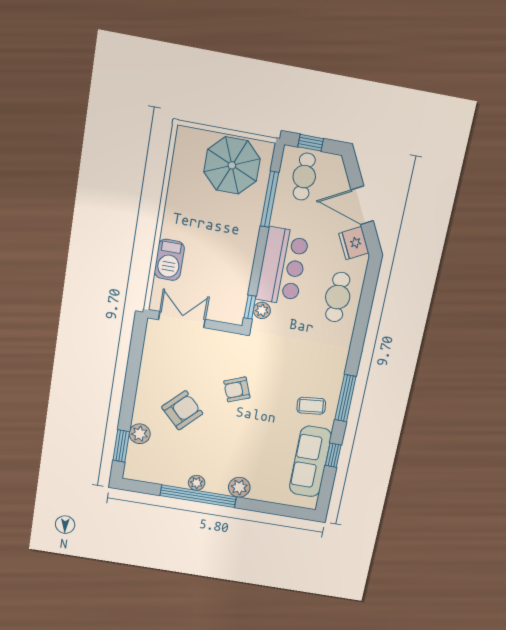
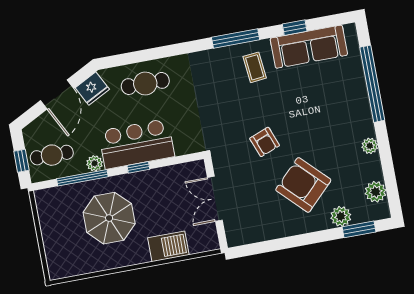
parasol: (232, 165) -> (109, 218), moved
window: (250, 307) -> (138, 167), moved
plant: (262, 310) -> (95, 163), moved
double door: (182, 320) -> (215, 199), moved
armchair: (182, 410) -> (303, 185), width x1.36, depth x1.36
plant: (239, 487) -> (376, 192), moved
window: (198, 496) -> (372, 84), moved

